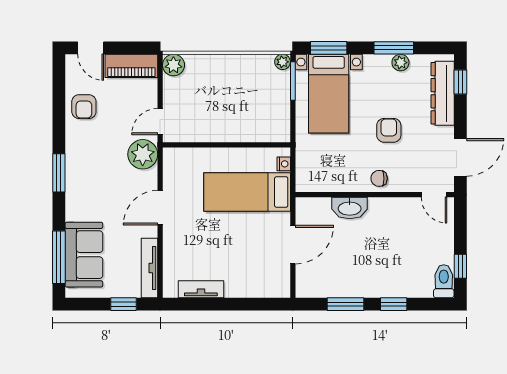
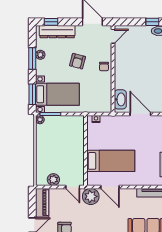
plant: (173, 65) -> (53, 180), moved
armchair: (389, 130) -> (78, 61), turned -75
bed: (247, 192) -> (111, 161), moved, turned -90
door: (160, 208) -> (110, 187), moved
washbasin: (350, 208) -> (120, 99), moved

